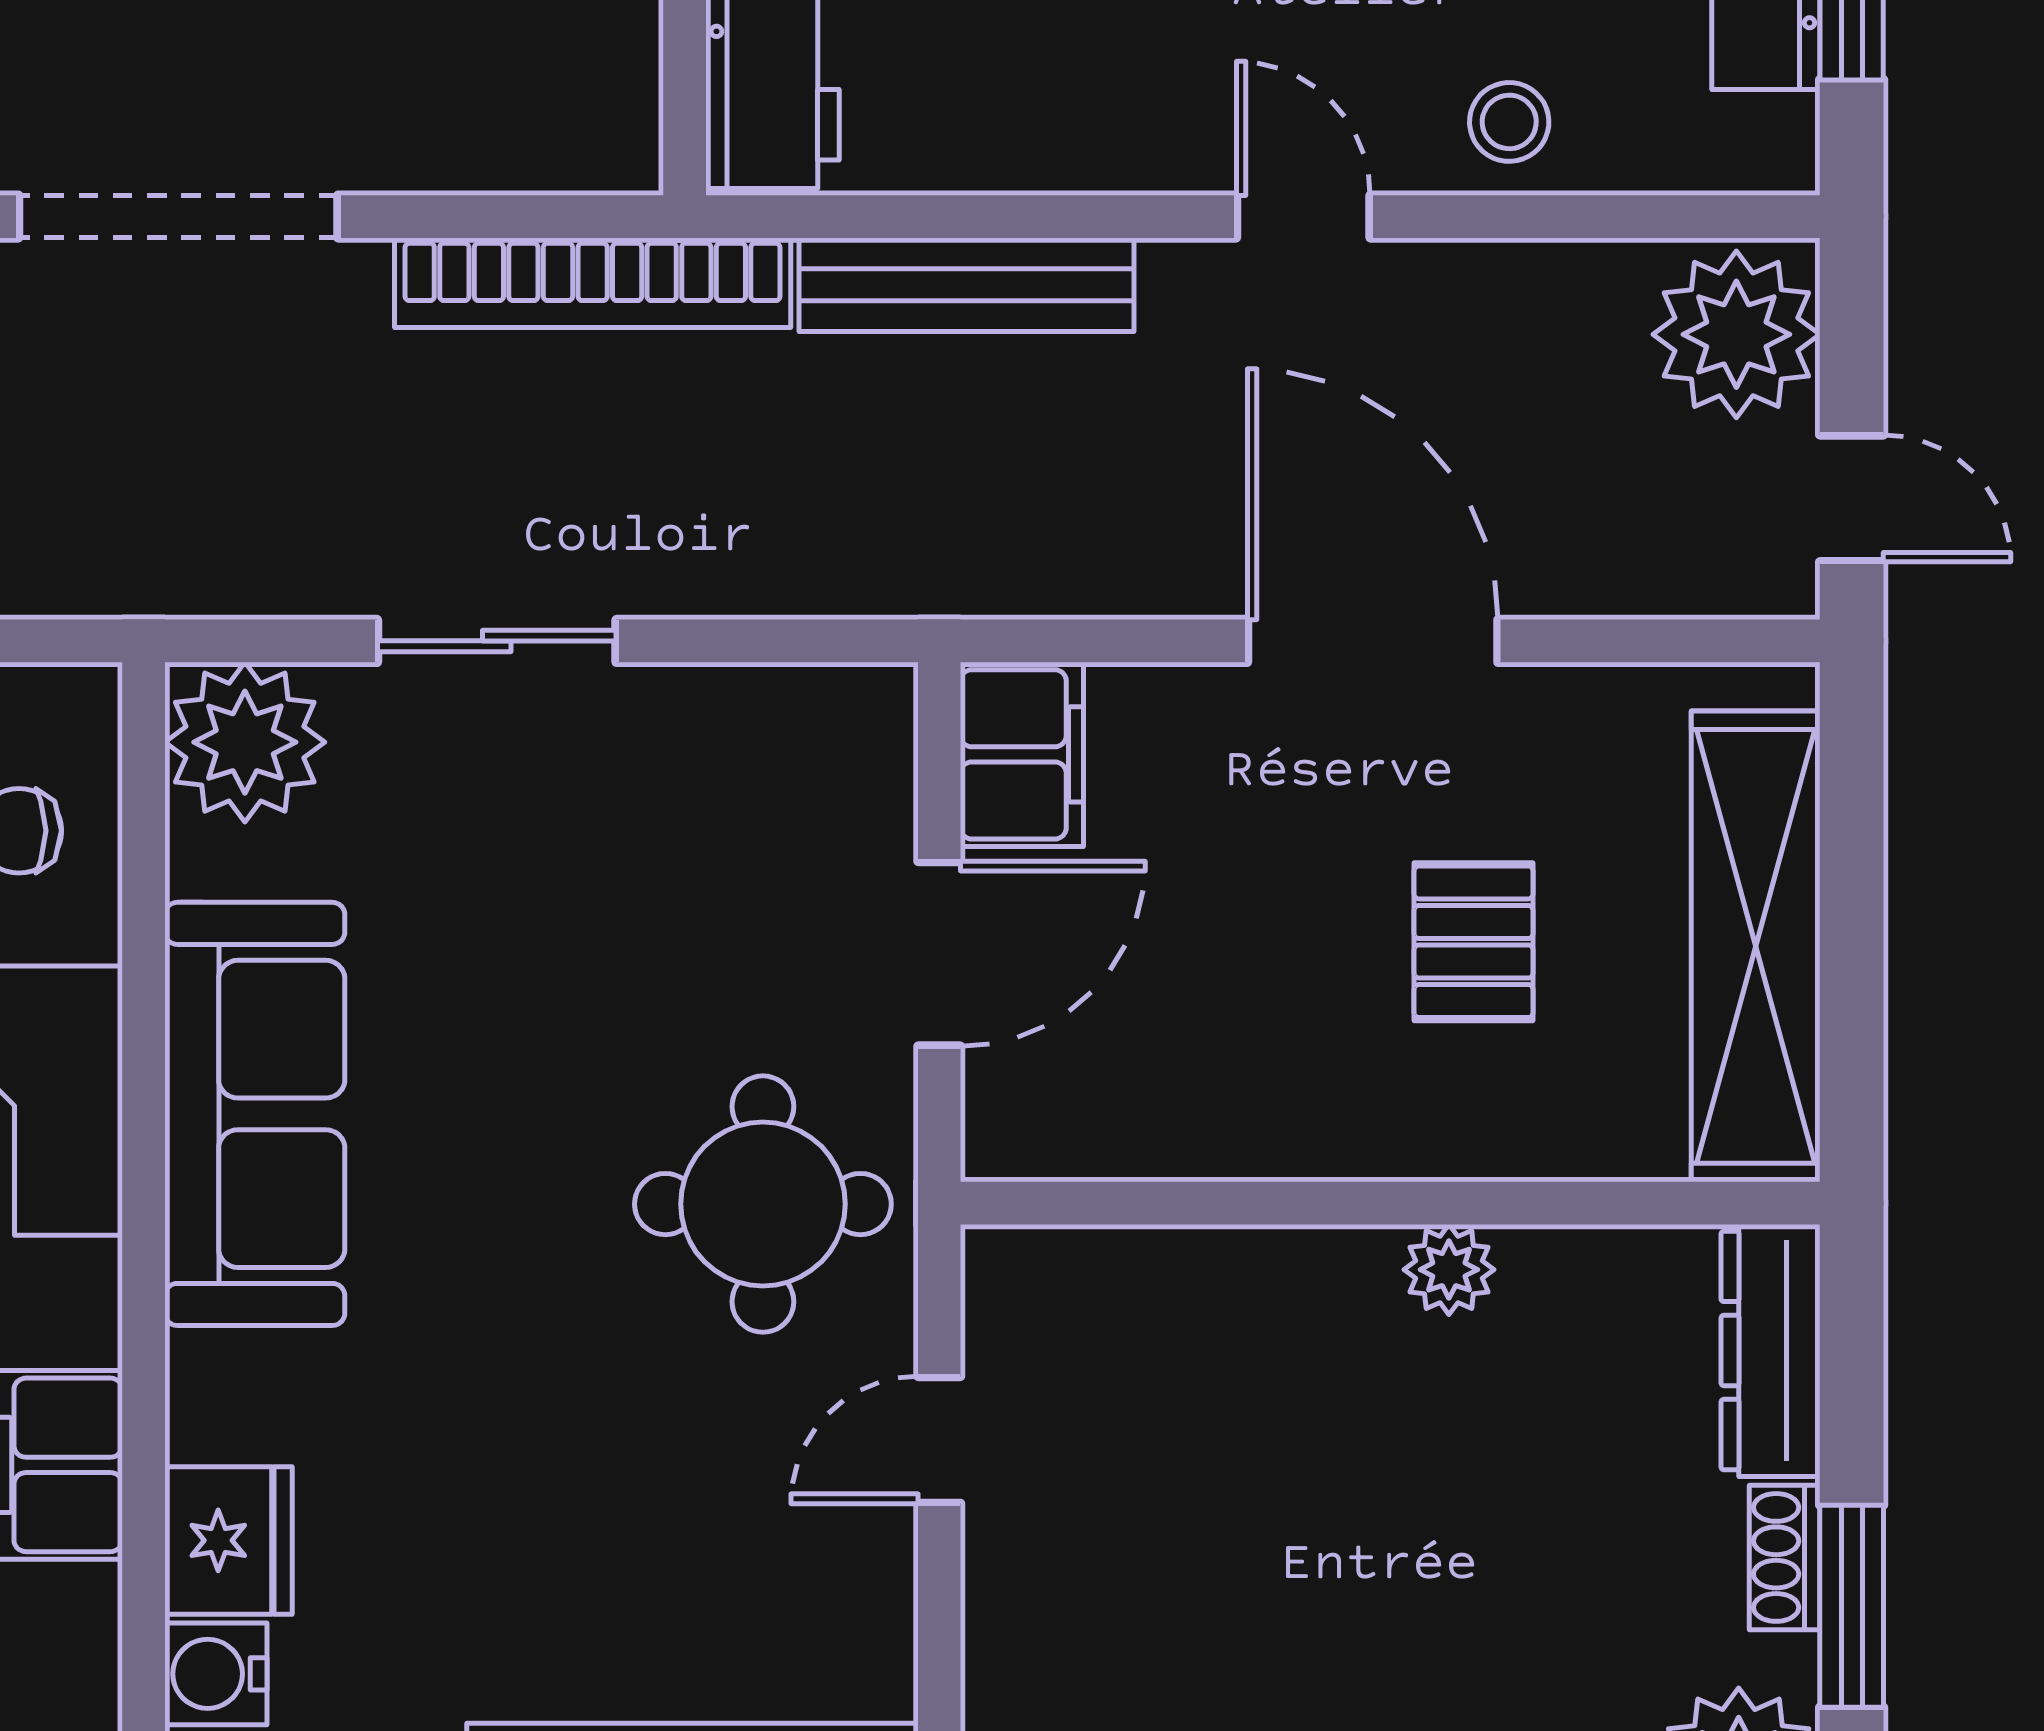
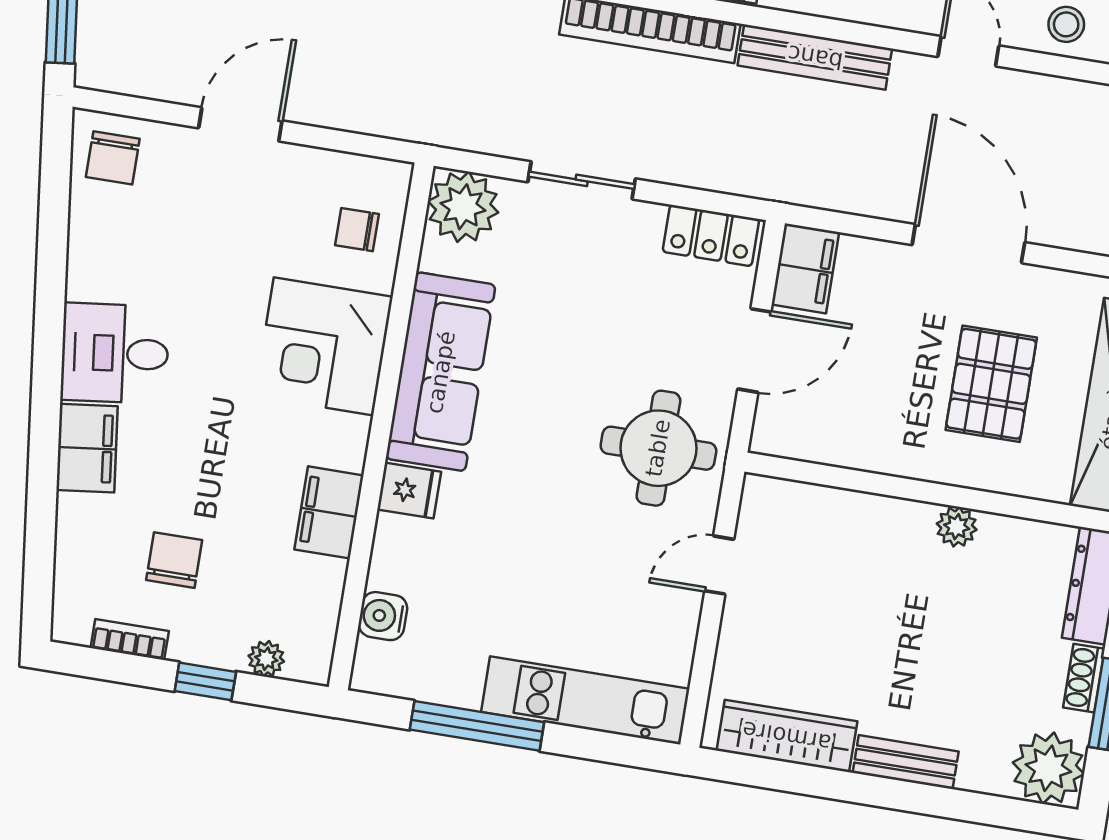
locker: (802, 716) -> (711, 235), added
pallet: (1474, 942) -> (991, 384), width x1.50, depth x1.42
fridge: (228, 1540) -> (409, 491), moved, width x0.72

